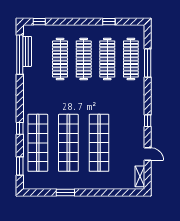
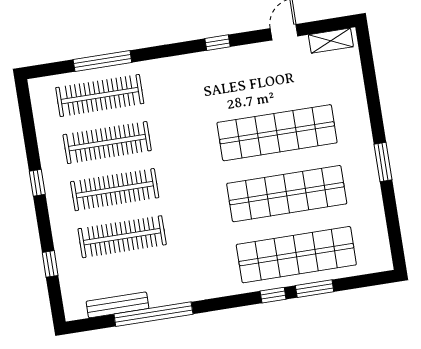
window: (39, 22) -> (50, 264), moved
window: (109, 22) -> (37, 183), moved
window: (20, 55) -> (153, 314), moved
window: (20, 166) -> (315, 289), moved
window: (65, 192) -> (383, 162), moved

